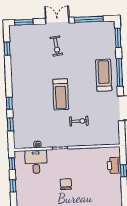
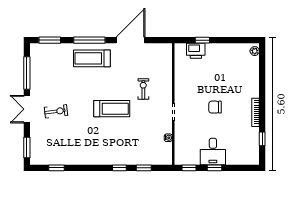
desk: (36, 162) -> (213, 152), moved, turned -90

